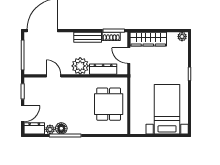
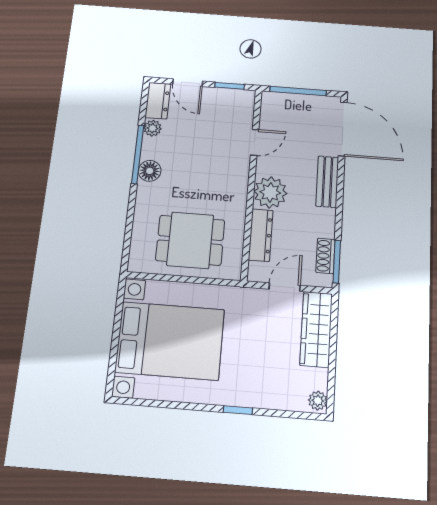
bench: (88, 37) -> (327, 182), moved
bed with nightstands: (167, 109) -> (170, 341), width x1.36
floor lamp: (61, 128) -> (150, 171), moved

